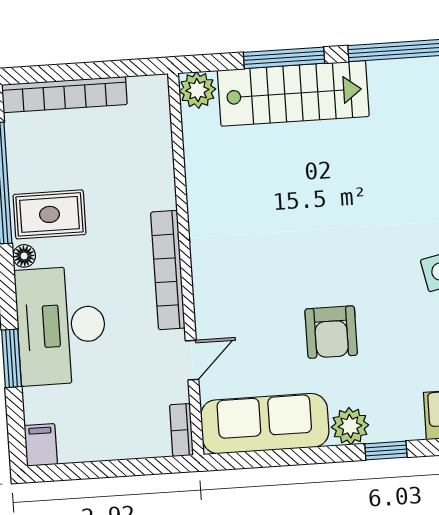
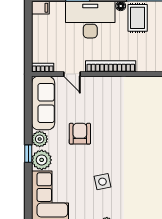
armchair: (331, 332) -> (80, 134), turned 90
plant: (399, 418) -> (42, 160), added

